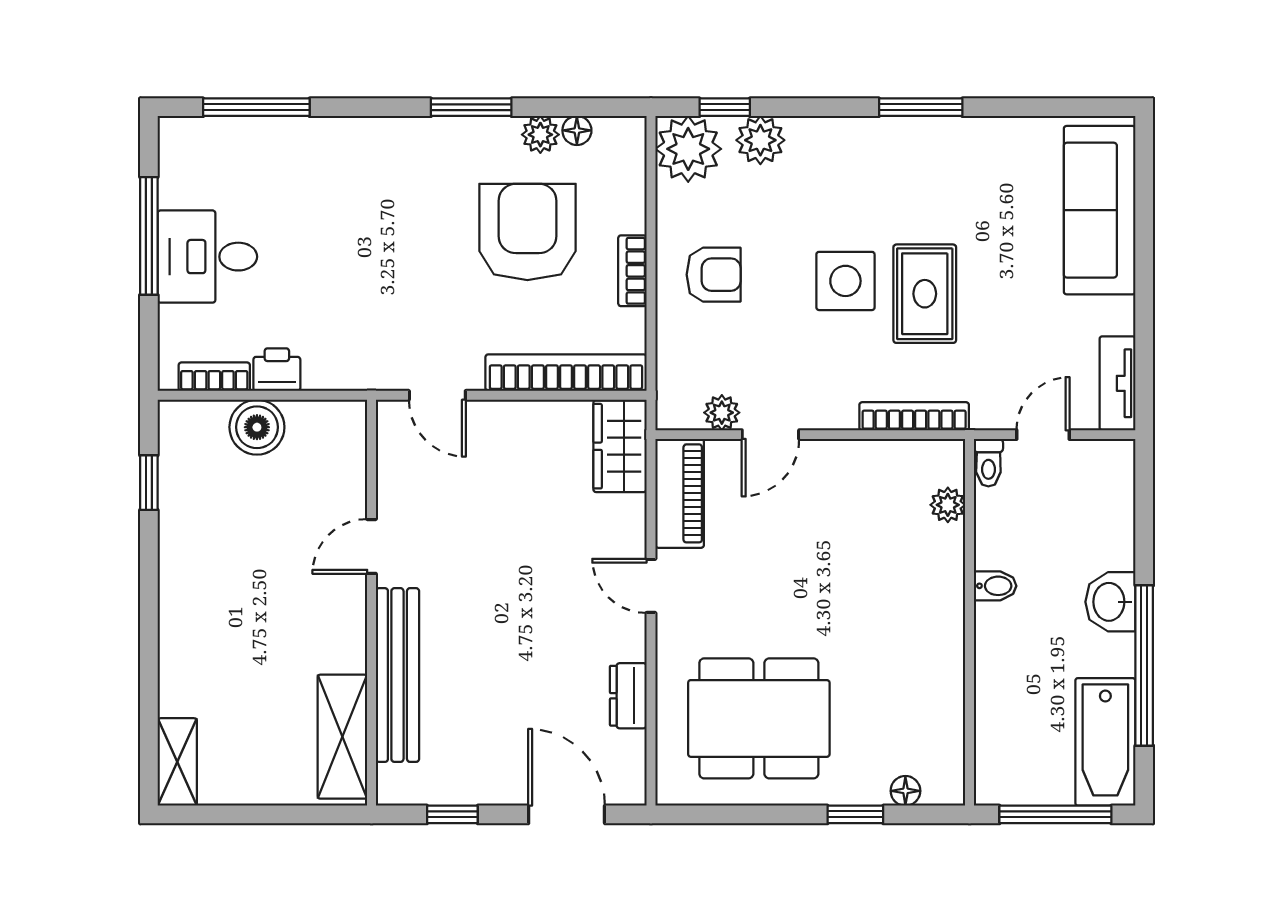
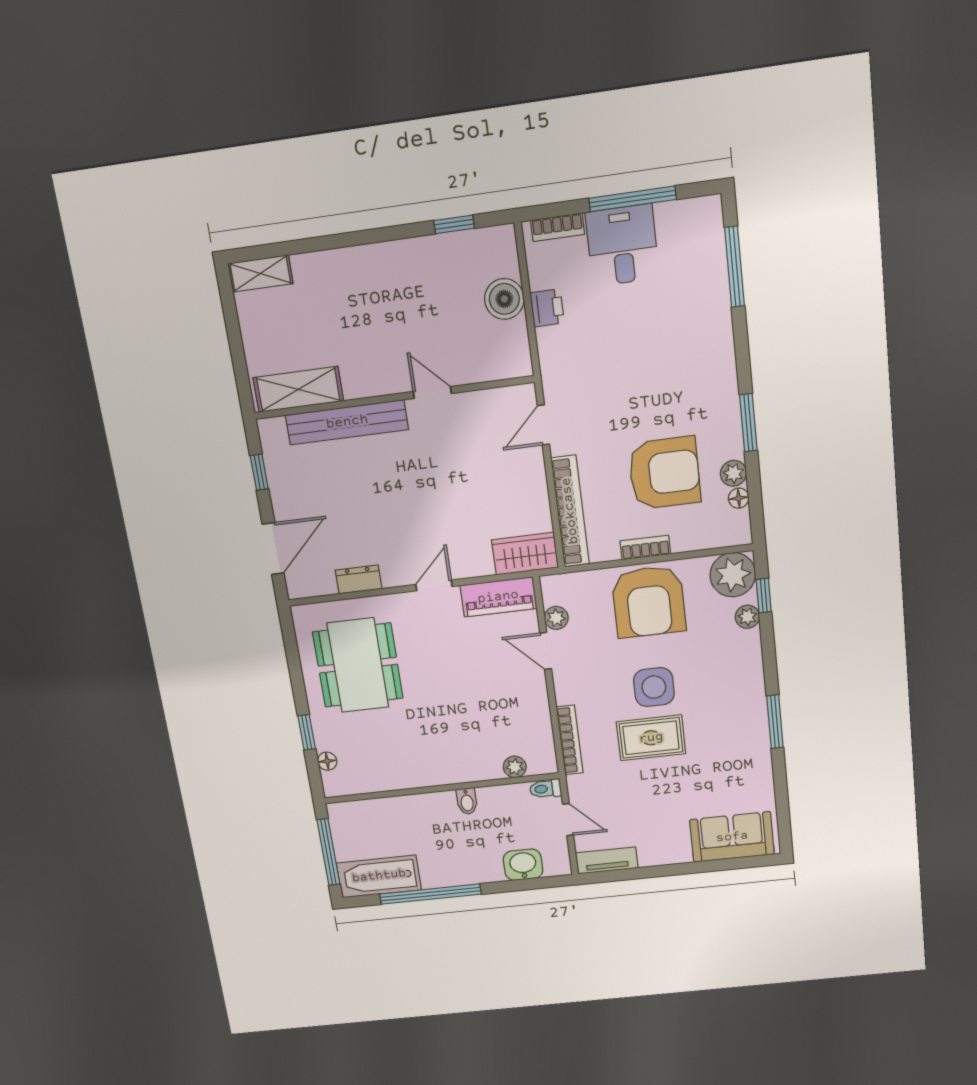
plant: (760, 140) -> (747, 617), width x0.73, depth x0.73
sofa: (1100, 210) -> (732, 837), width x0.73
armchair: (714, 275) -> (649, 602), width x1.88, depth x1.88
bookcase: (214, 377) -> (557, 227), moved, turned 90
washbasin: (1110, 602) -> (523, 865), moved

